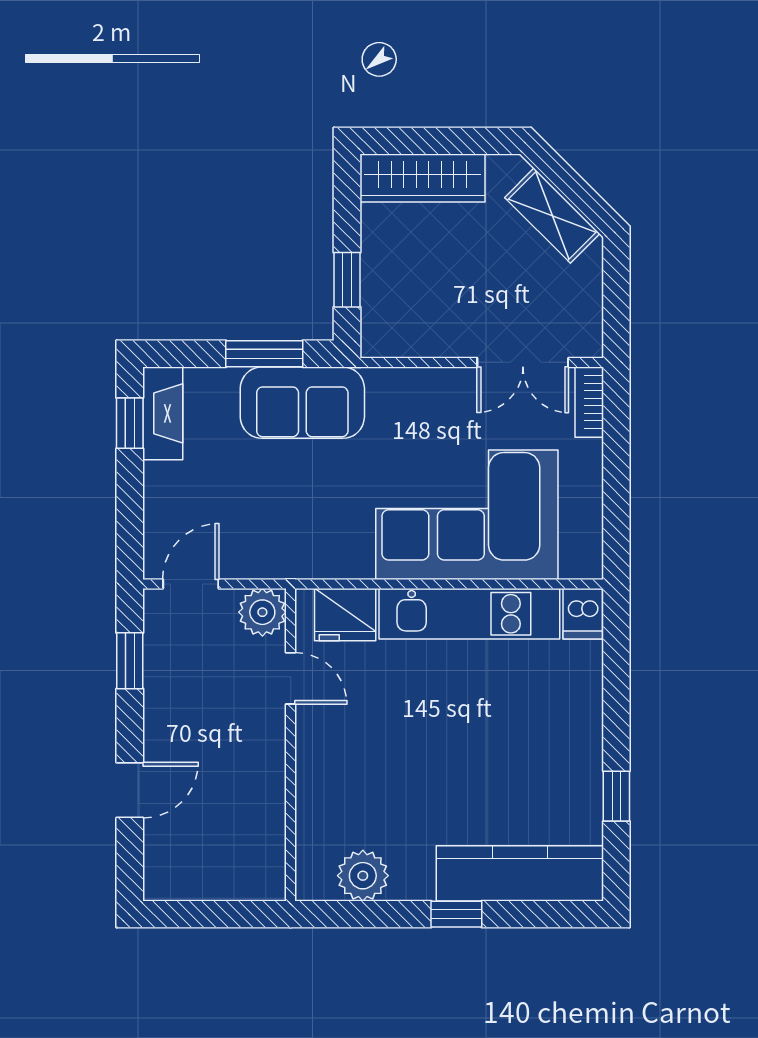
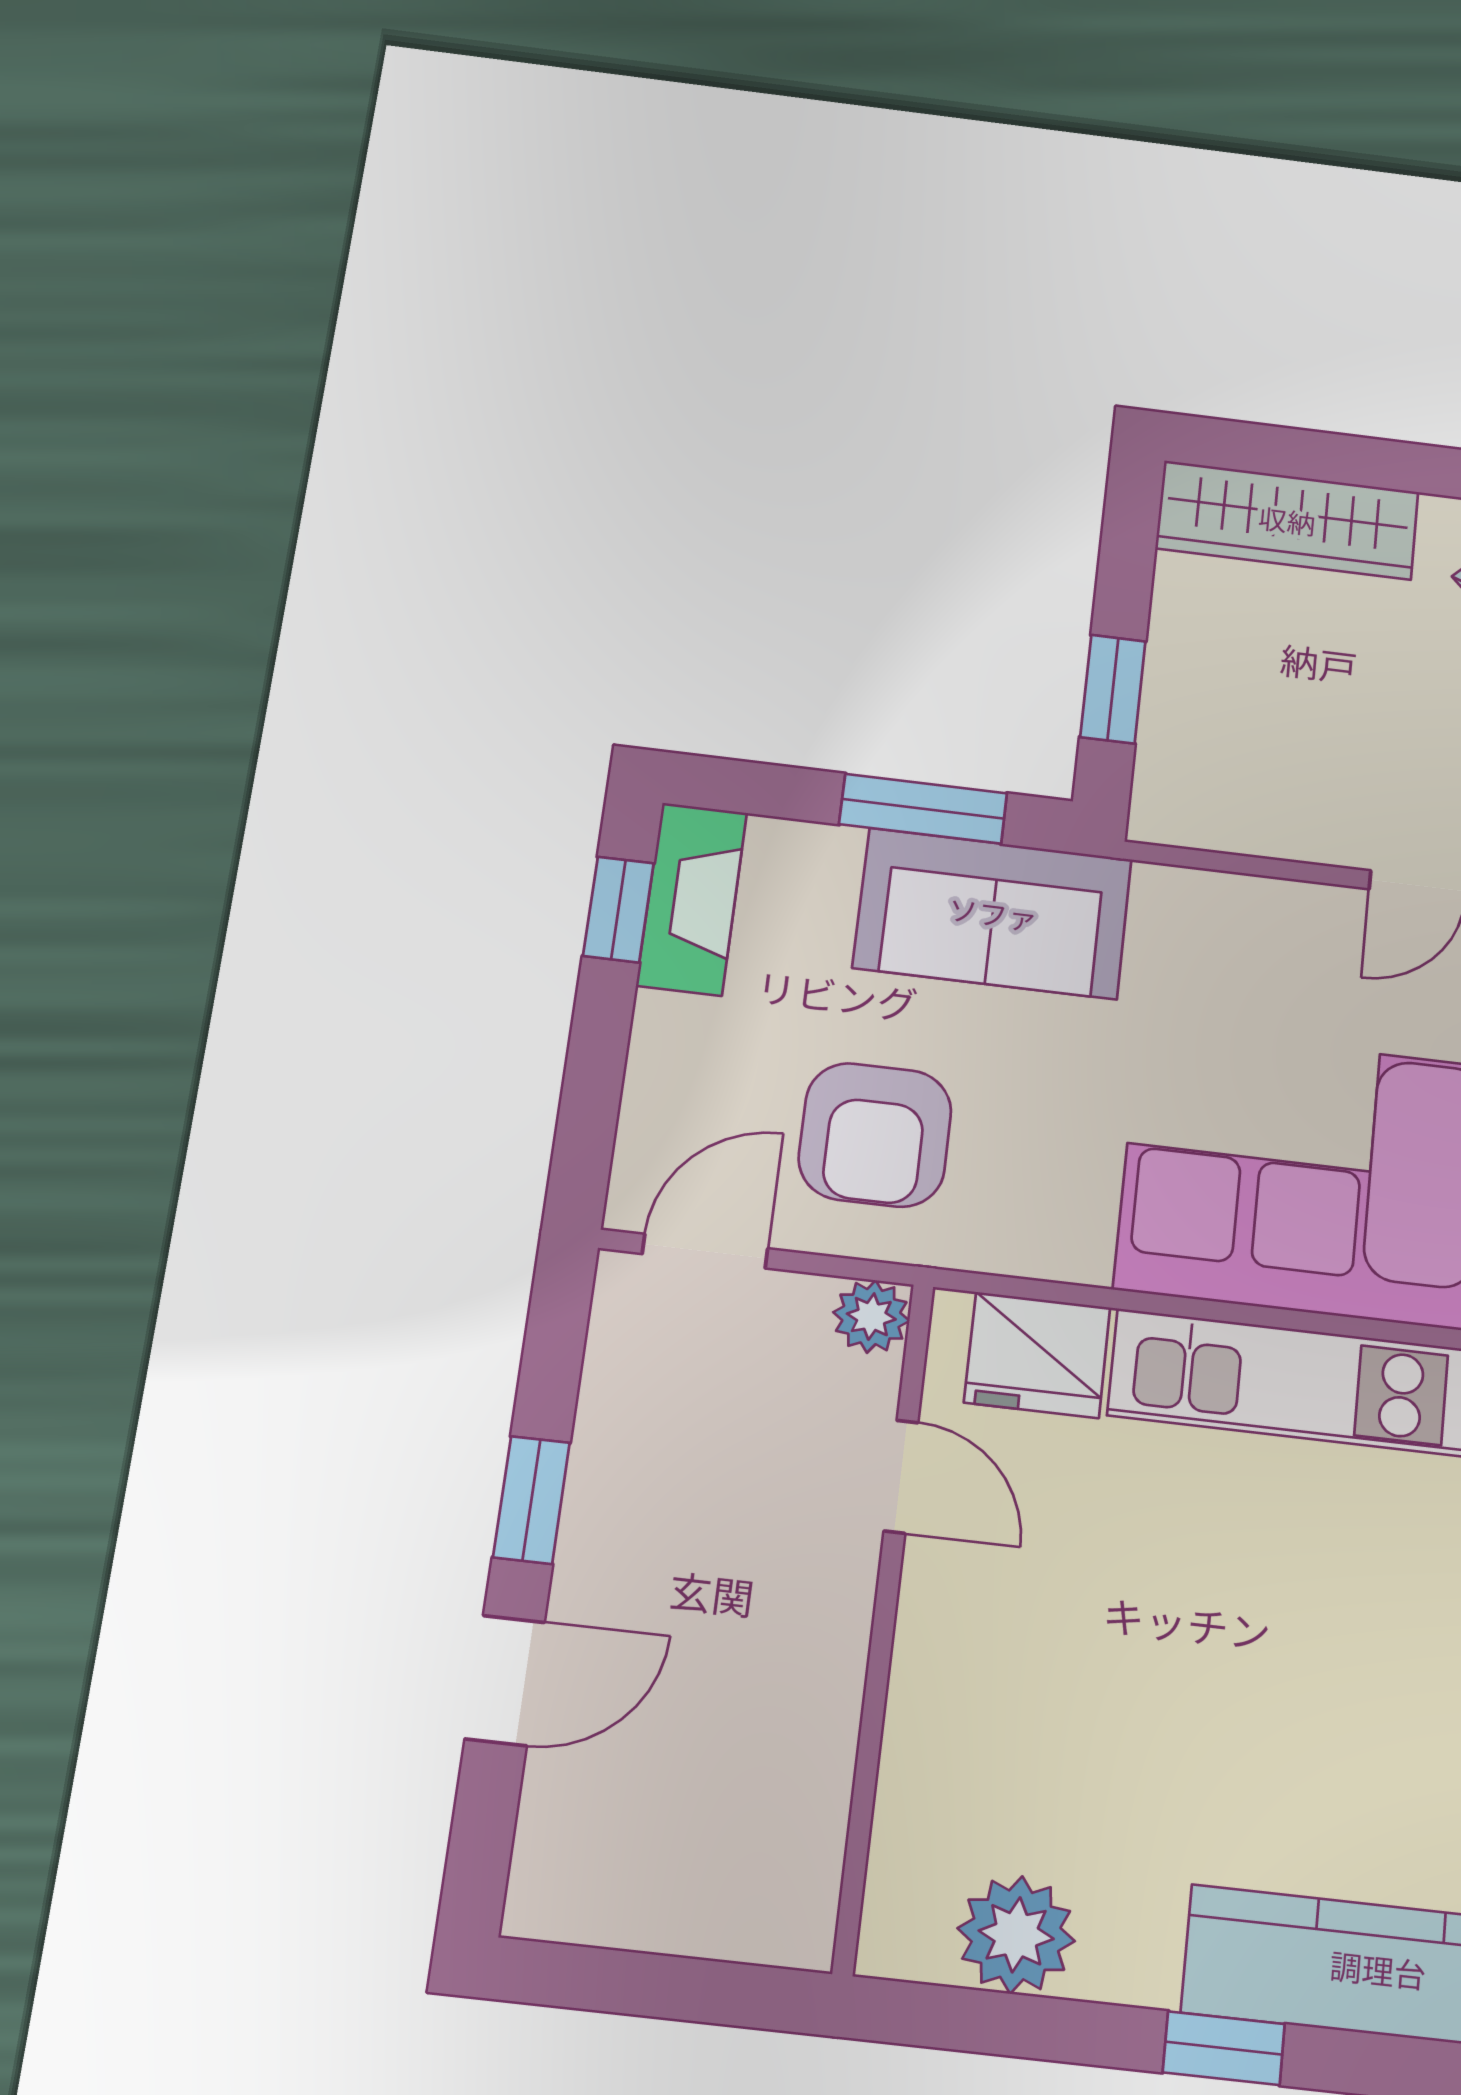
armchair: (261, 519) -> (875, 1135), added
plant: (262, 612) -> (871, 1317), width x0.73, depth x0.73
window: (130, 661) -> (531, 1500), moved

